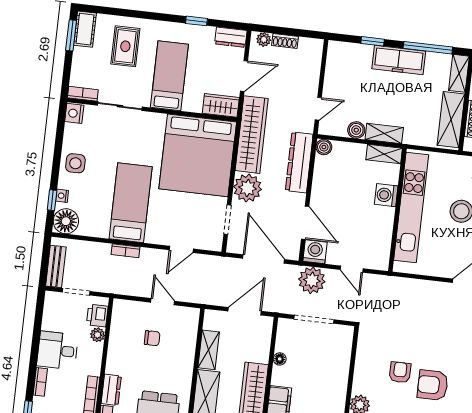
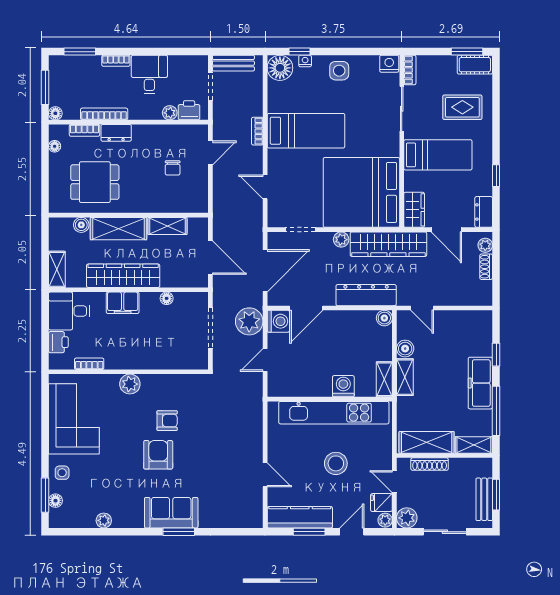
plant: (248, 188) -> (341, 240), width x0.53, depth x0.53
door: (163, 302) -> (210, 153), moved

